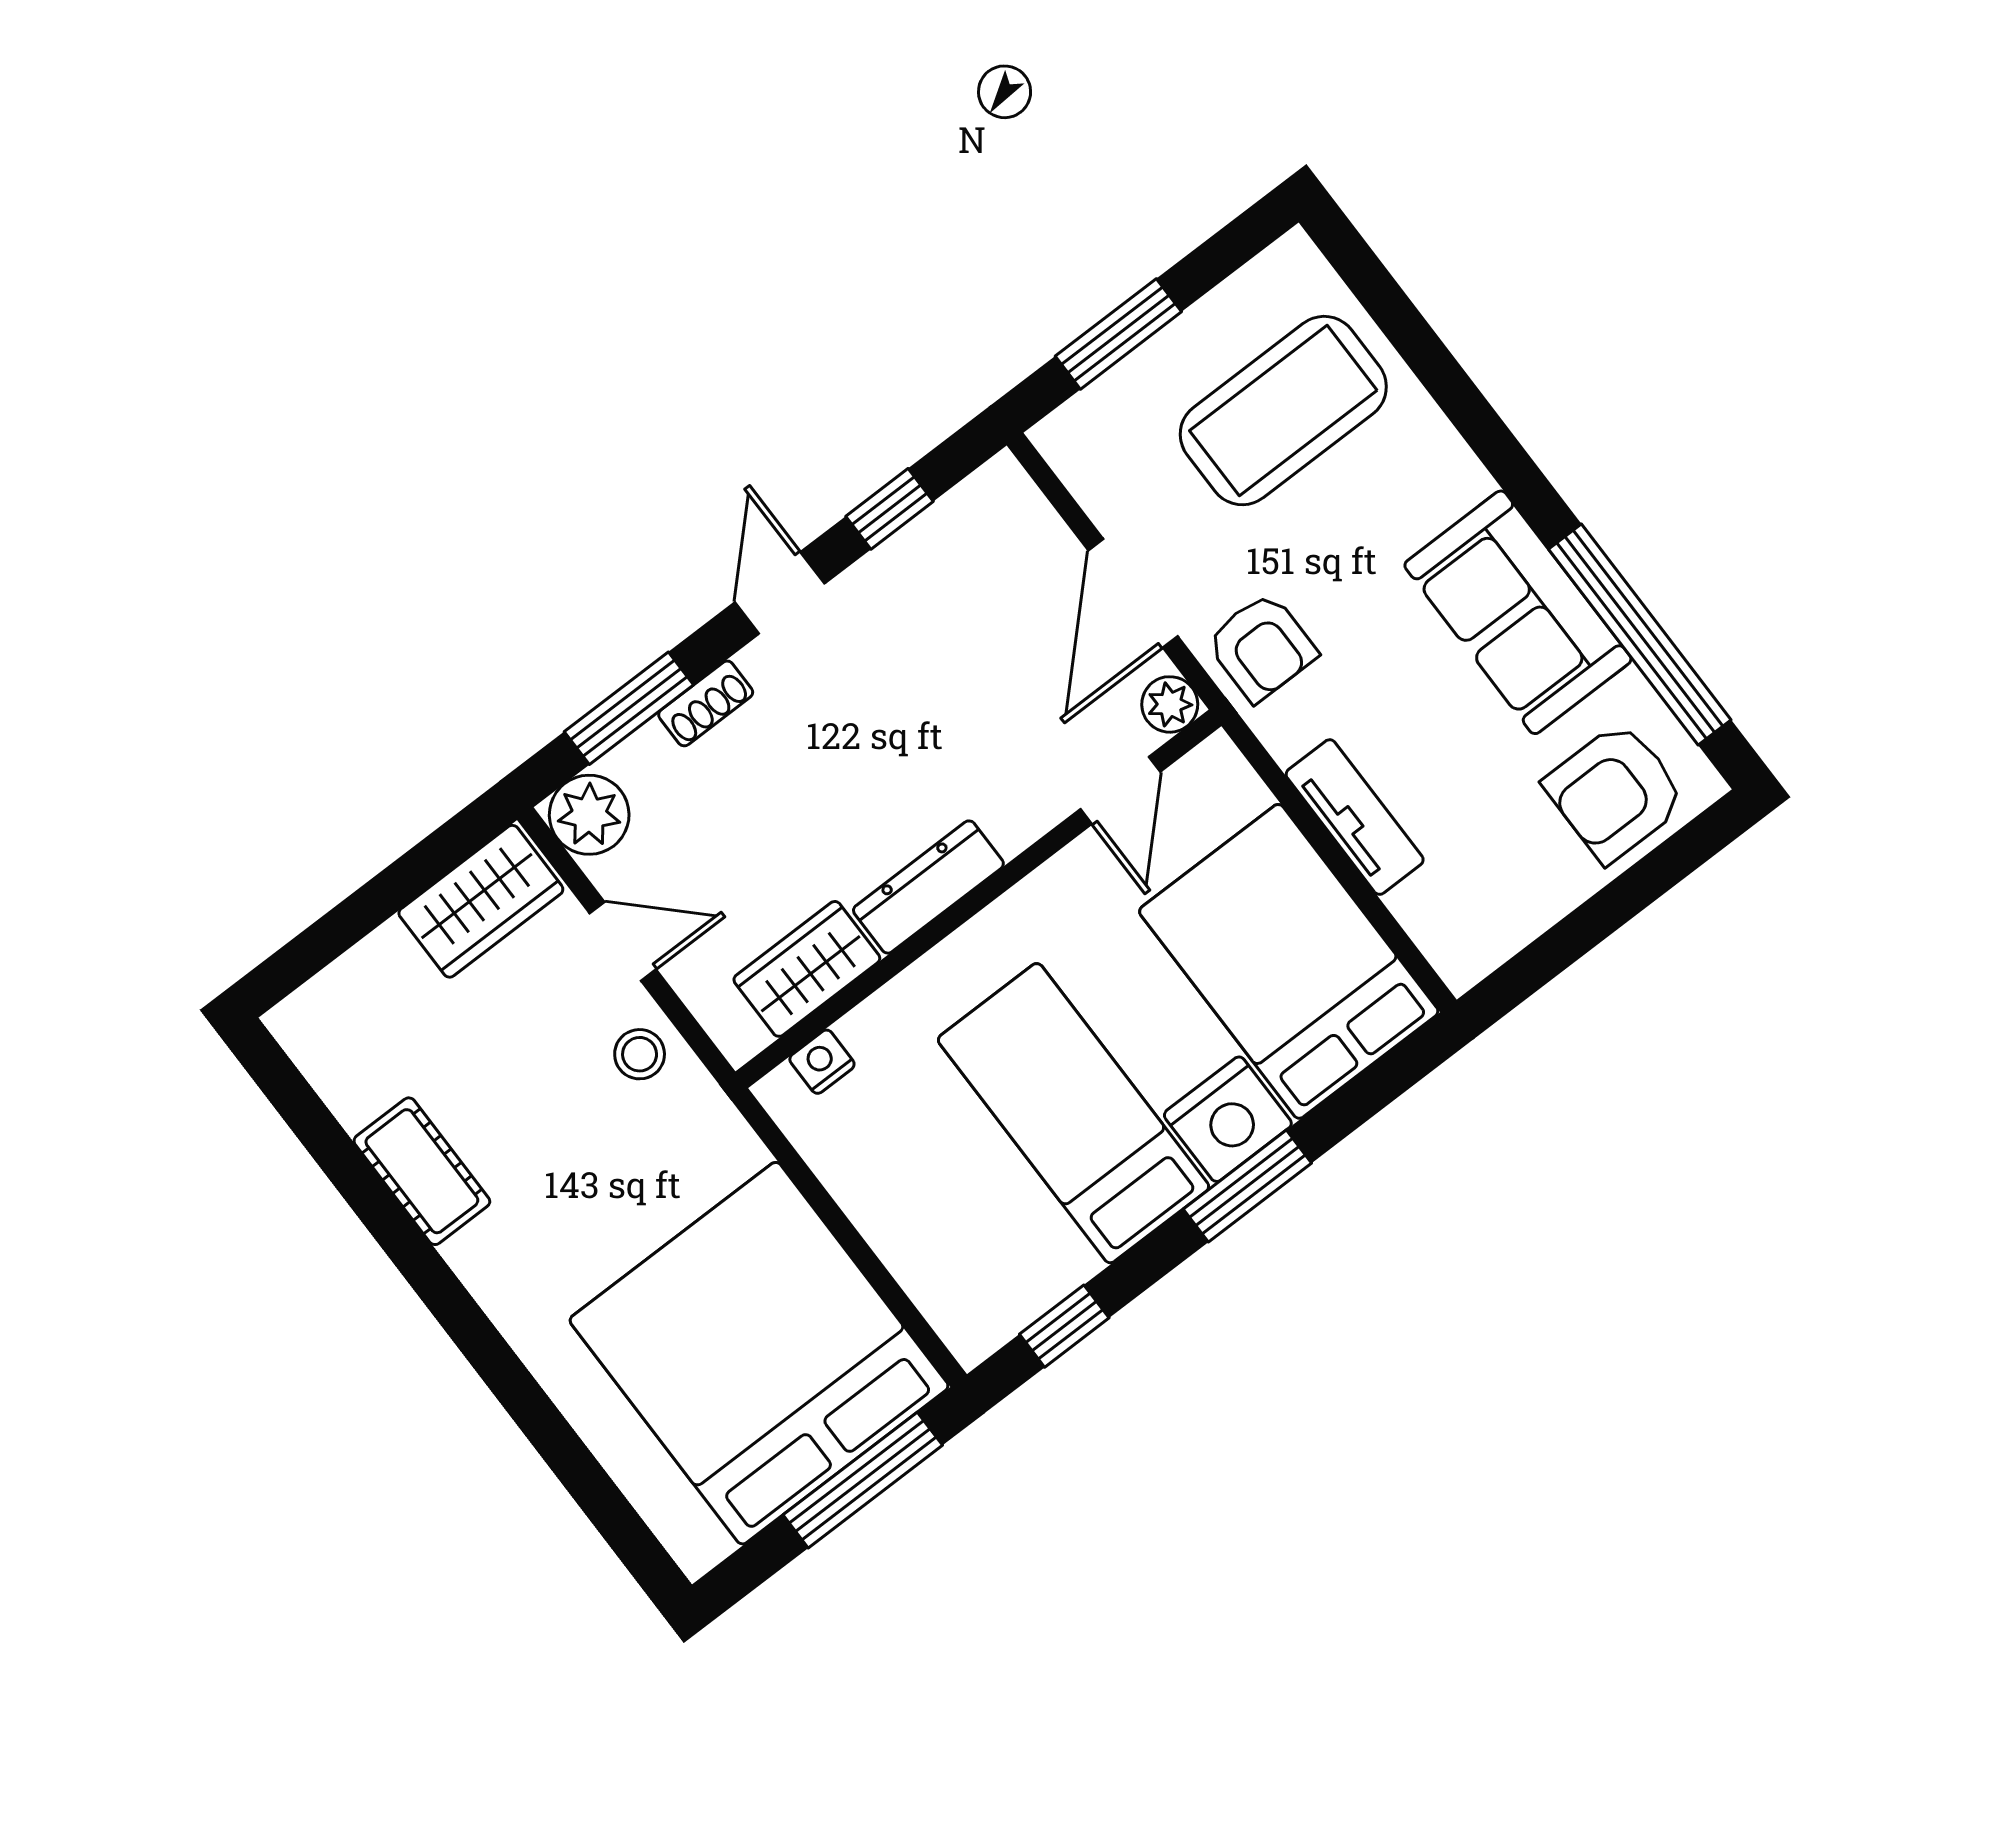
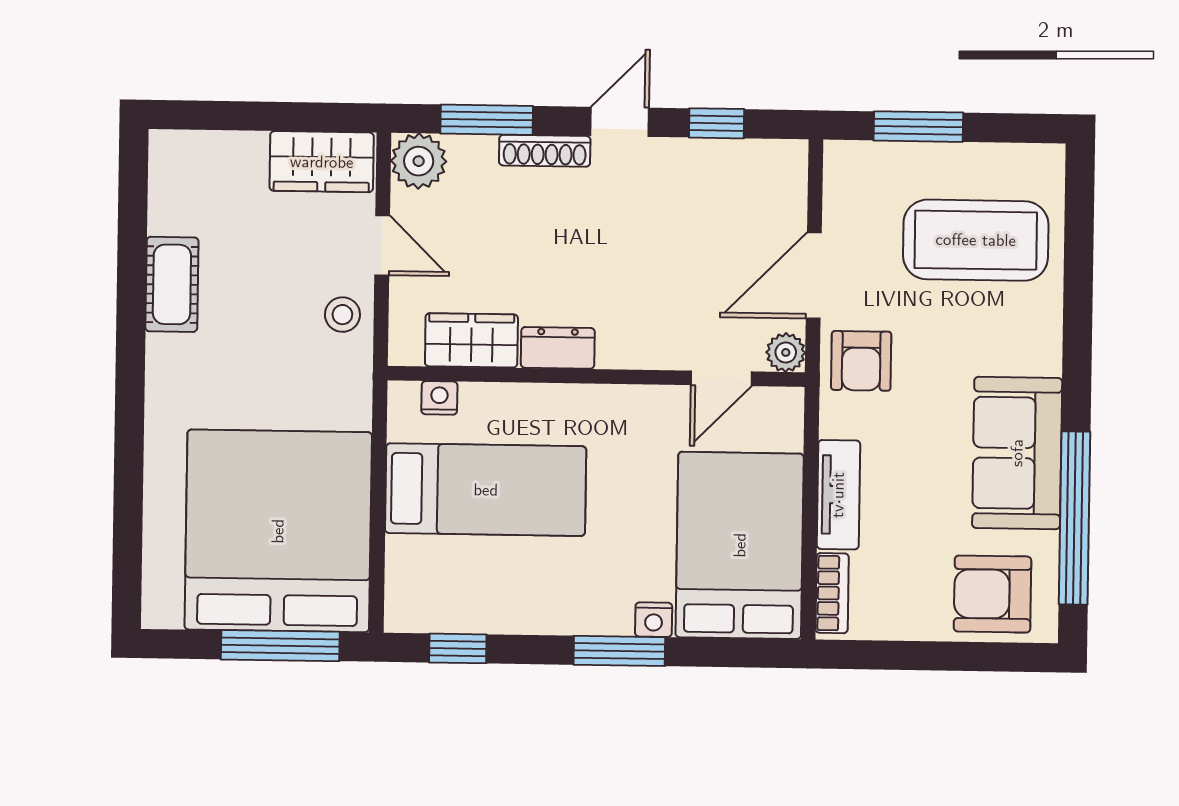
shoe rack: (706, 703) -> (545, 151), width x1.43
dresser: (928, 887) -> (558, 348), width x0.70
bookcase: (1435, 933) -> (832, 593), added
bed: (1074, 1113) -> (486, 490), moved, turned 90
nightstand: (1228, 1119) -> (654, 620), width x0.53, depth x0.56

